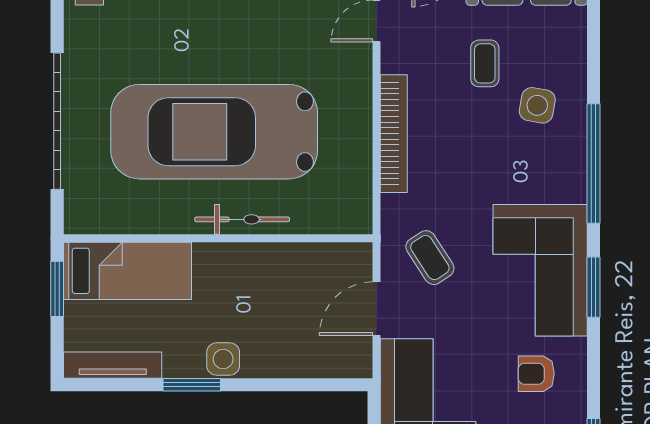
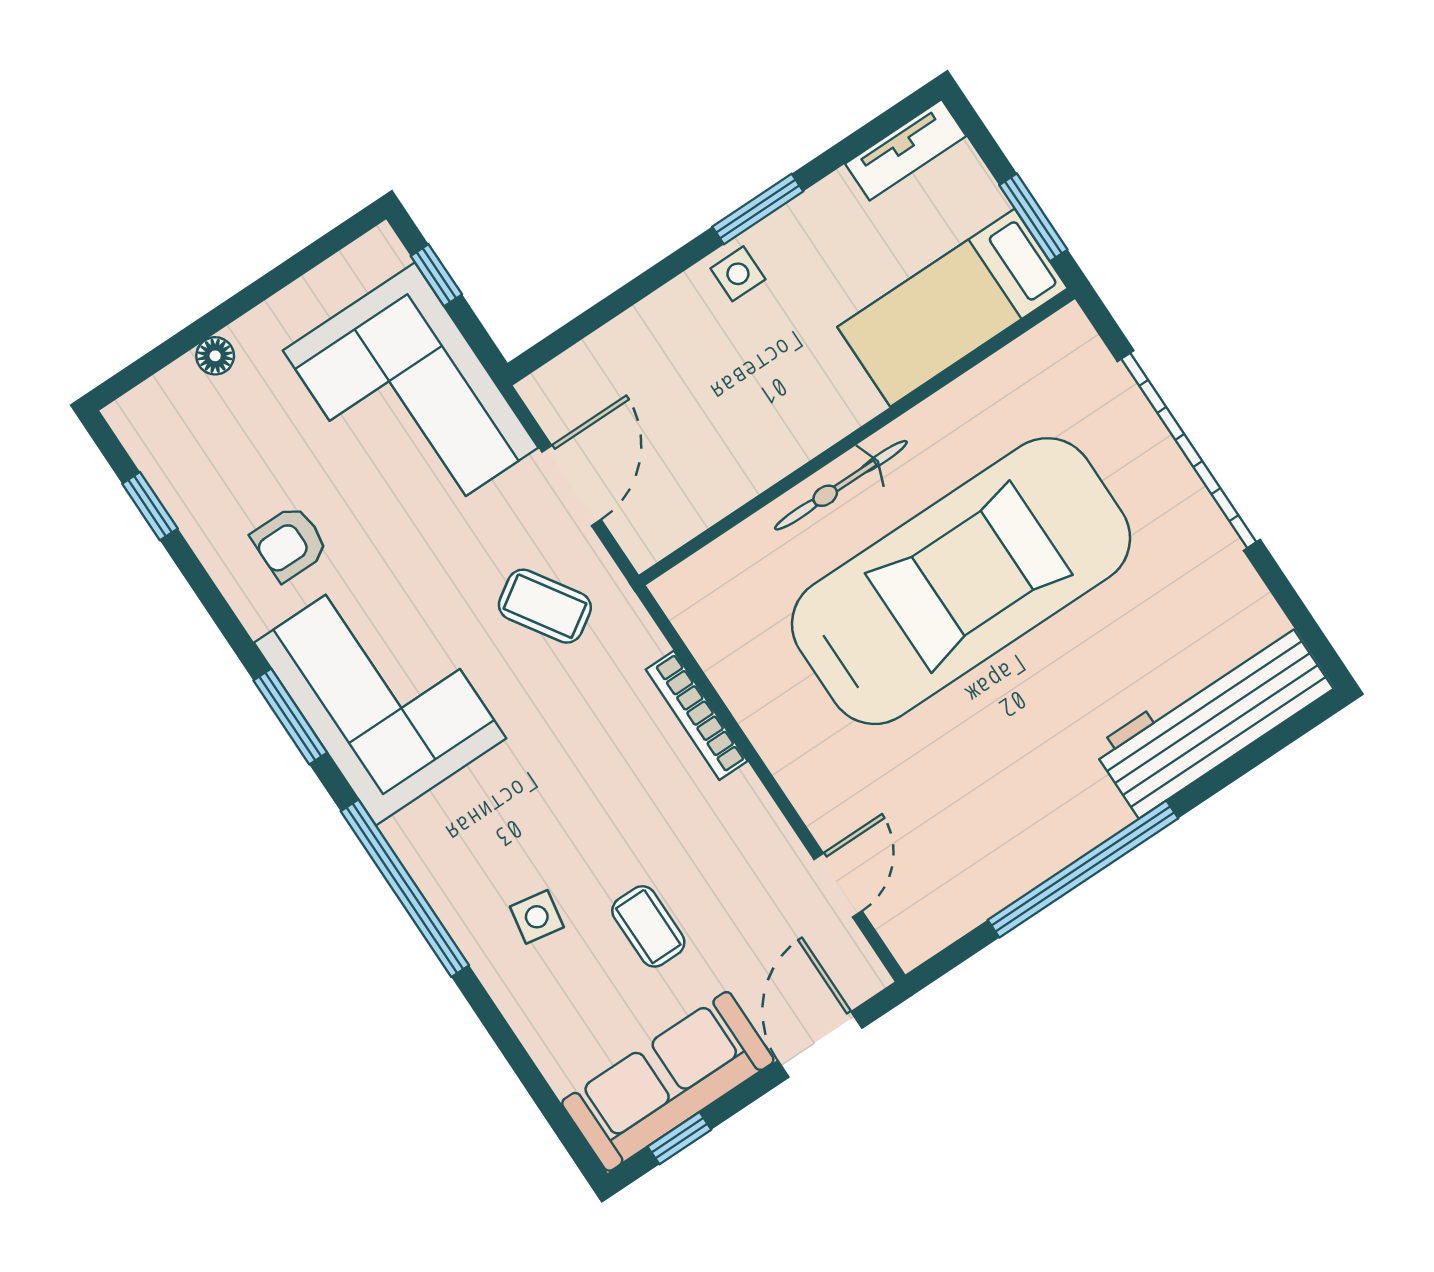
side table: (537, 105) -> (537, 917), width x0.73, depth x0.73
bookcase: (394, 134) -> (697, 715), width x0.68, depth x0.76
side table: (223, 359) -> (738, 274), width x0.73, depth x0.73
tv unit: (113, 365) -> (906, 150), width x0.71
armchair: (536, 374) -> (290, 543), turned 180

